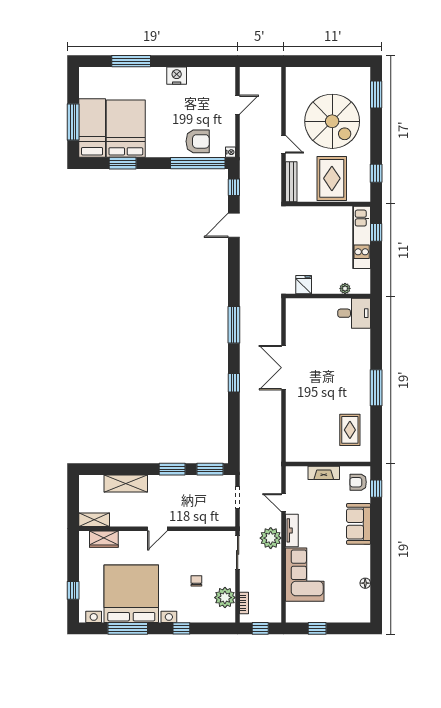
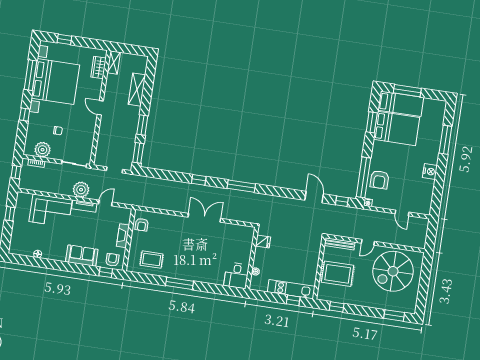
spiral stairs: (332, 121) -> (393, 271), moved
armchair: (305, 450) -> (142, 225), added

